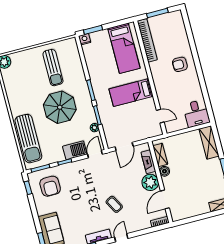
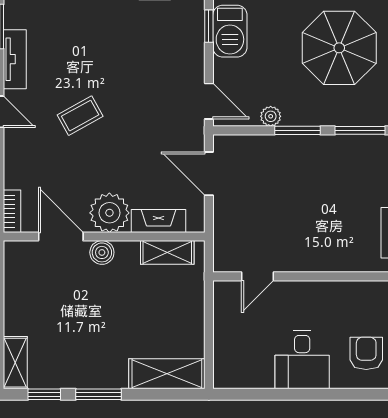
bed: (131, 93) -> (330, 223), removed
desk: (196, 113) -> (302, 360), moved, turned -90
barbecue: (75, 150) -> (230, 31), moved
boiler: (164, 171) -> (102, 252), moved

